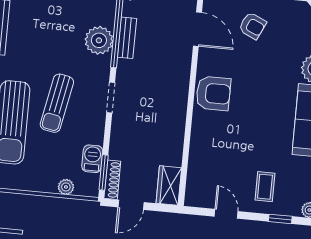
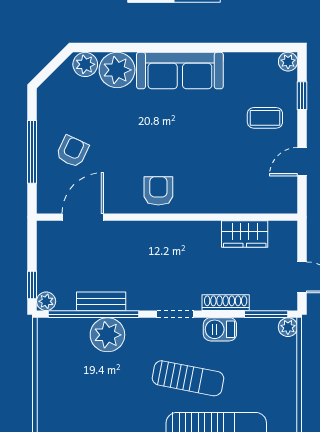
armchair: (213, 93) -> (158, 191), width x0.72, depth x0.72
barbecue: (92, 159) -> (220, 329), moved
shoe rack: (112, 180) -> (226, 303), moved
wardrobe: (169, 186) -> (245, 234), moved
plant: (66, 187) -> (288, 327), moved

